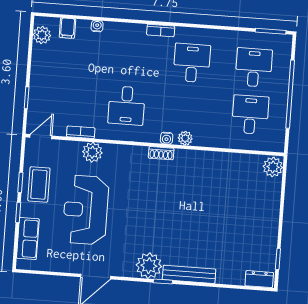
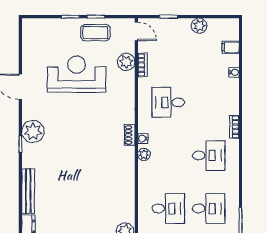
plant: (42, 35) -> (199, 26), moved
plant: (92, 152) -> (126, 62), moved
row of seats: (28, 239) -> (49, 27), removed
bench: (189, 274) -> (28, 191), moved

